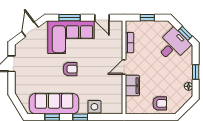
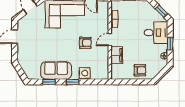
desk: (173, 45) -> (156, 33), moved, turned 45
armchair: (70, 69) -> (85, 43), moved
sofa: (54, 104) -> (56, 71), width x0.73

